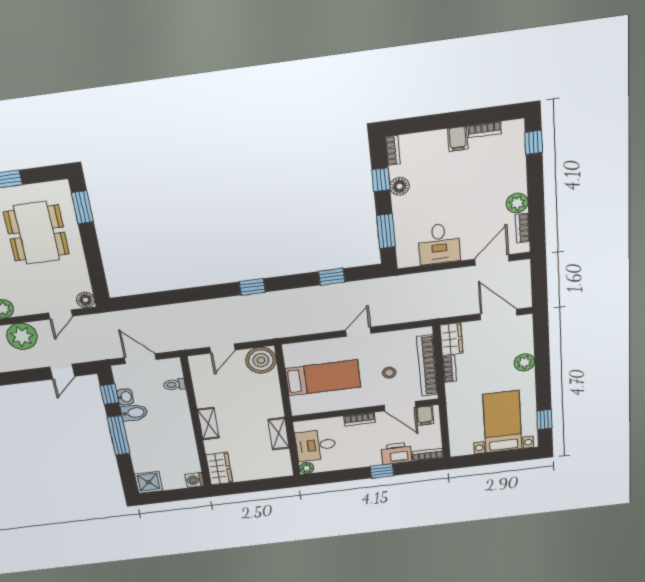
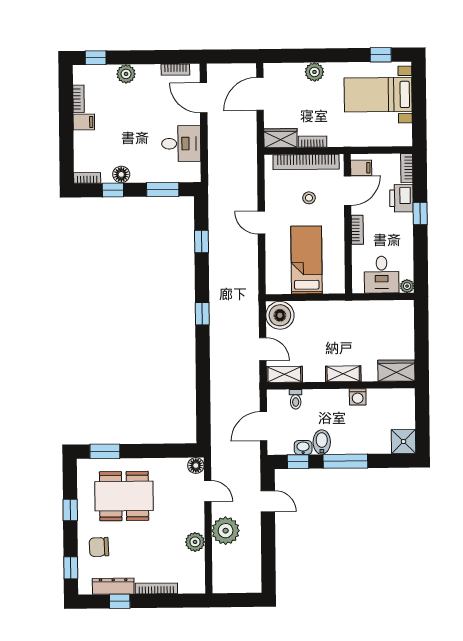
plant: (517, 203) -> (126, 74), moved
shelving: (279, 434) -> (284, 374), moved
washing machine: (195, 480) -> (358, 397), moved

